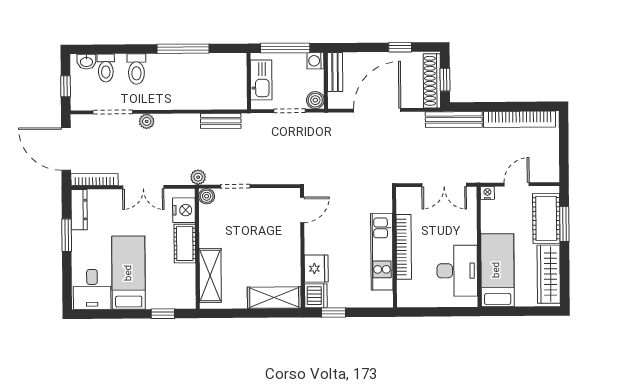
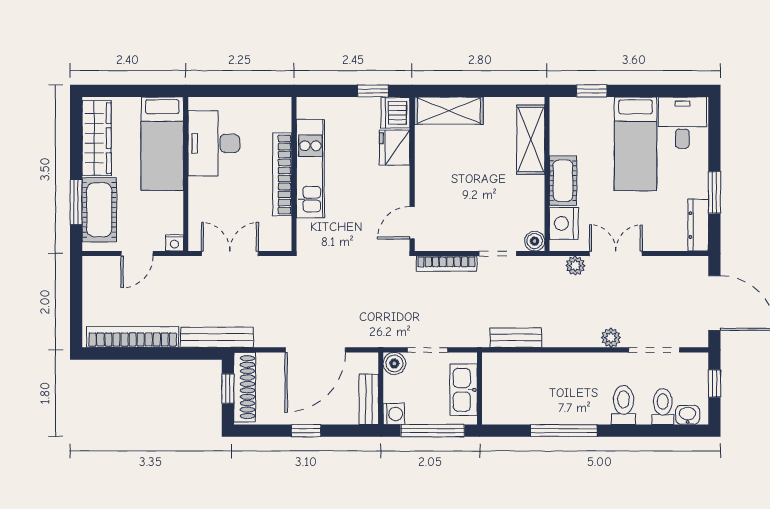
window: (400, 47) -> (306, 431), moved
plant: (198, 177) -> (575, 266), moved
bookcase: (94, 179) -> (446, 264), moved

